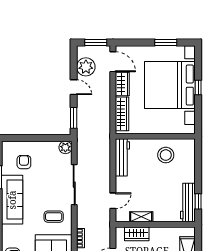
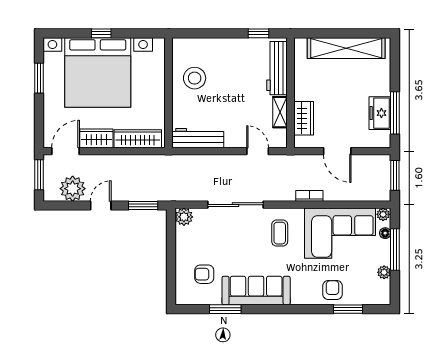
workbench: (188, 203) -> (277, 68), moved, turned 90

